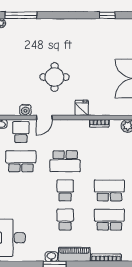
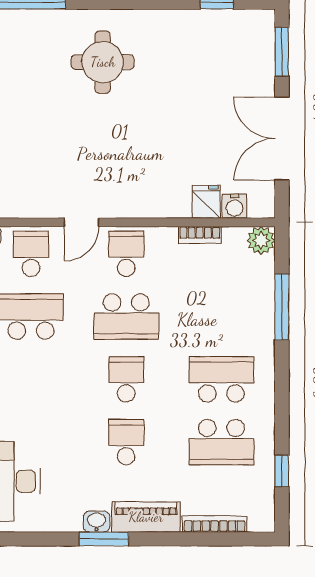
round table: (55, 77) -> (103, 62), moved
fridge: (82, 108) -> (206, 202), moved
water cooler: (25, 110) -> (234, 206), moved
school desk: (65, 132) -> (126, 254), added
school desk: (109, 220) -> (221, 442), turned 180

